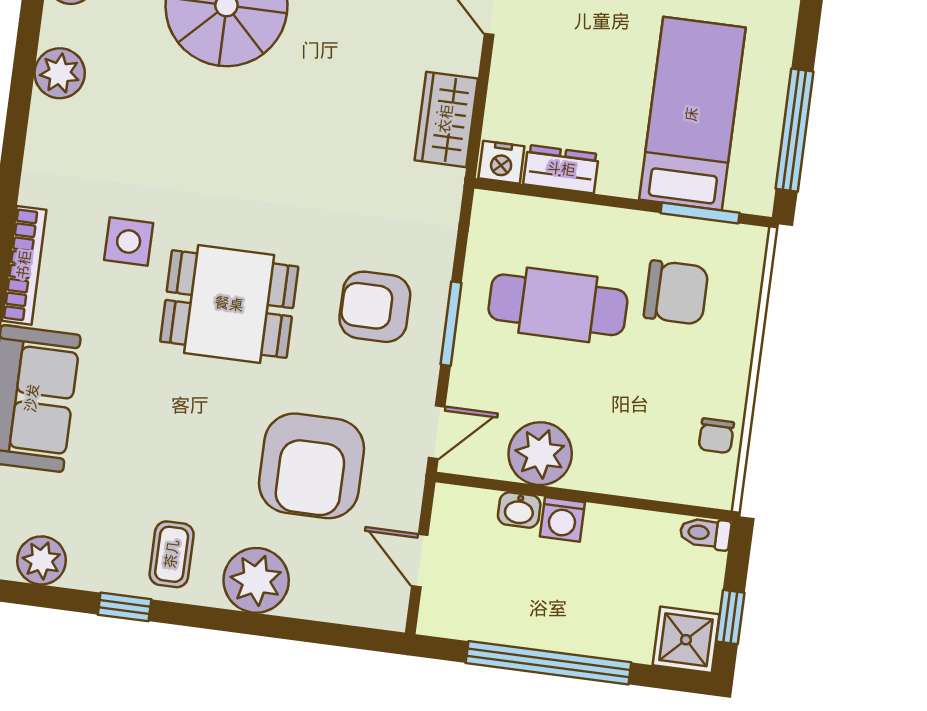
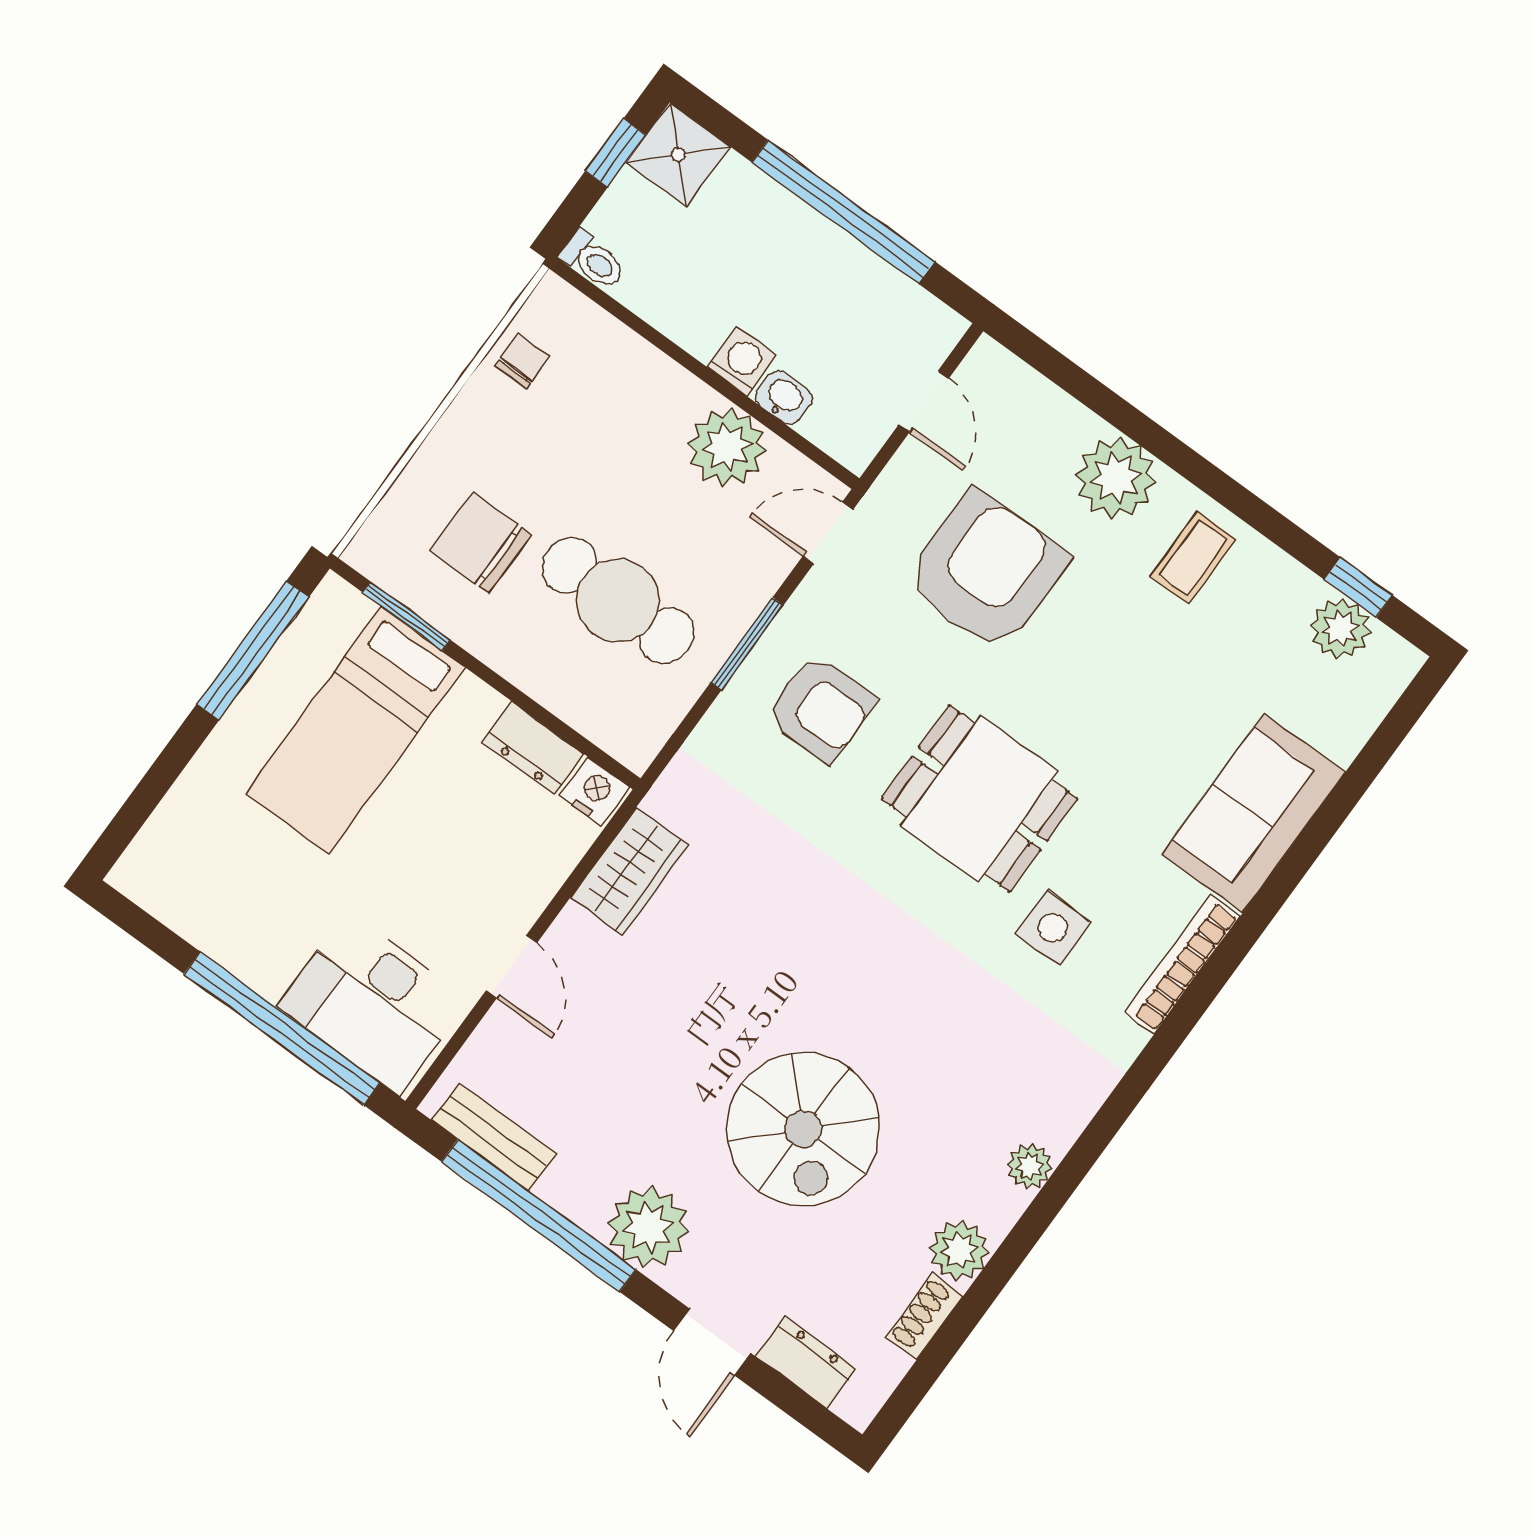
plant: (60, 73) -> (1030, 1166), width x0.73, depth x0.73
window: (125, 607) -> (1358, 587), moved

